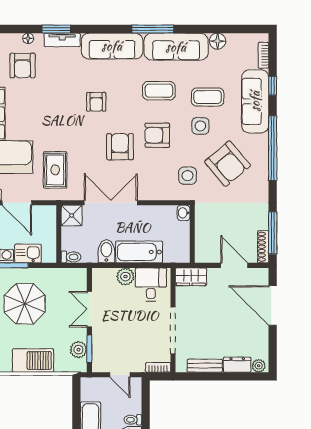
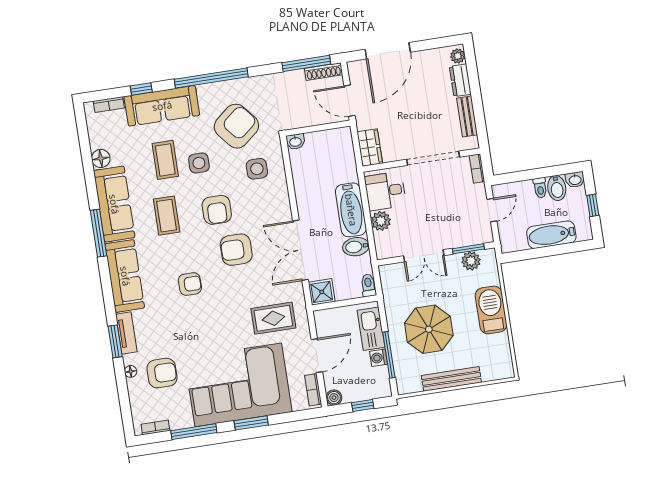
washbasin: (184, 213) -> (295, 142), moved
wall: (192, 234) -> (318, 128), moved
kitchen sink: (28, 253) -> (371, 329), width x1.38
door: (234, 265) -> (349, 101), hinge flipped

